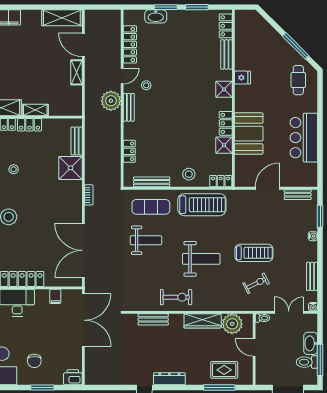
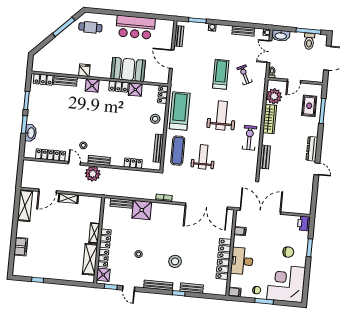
washbasin: (311, 343) -> (281, 36), moved

